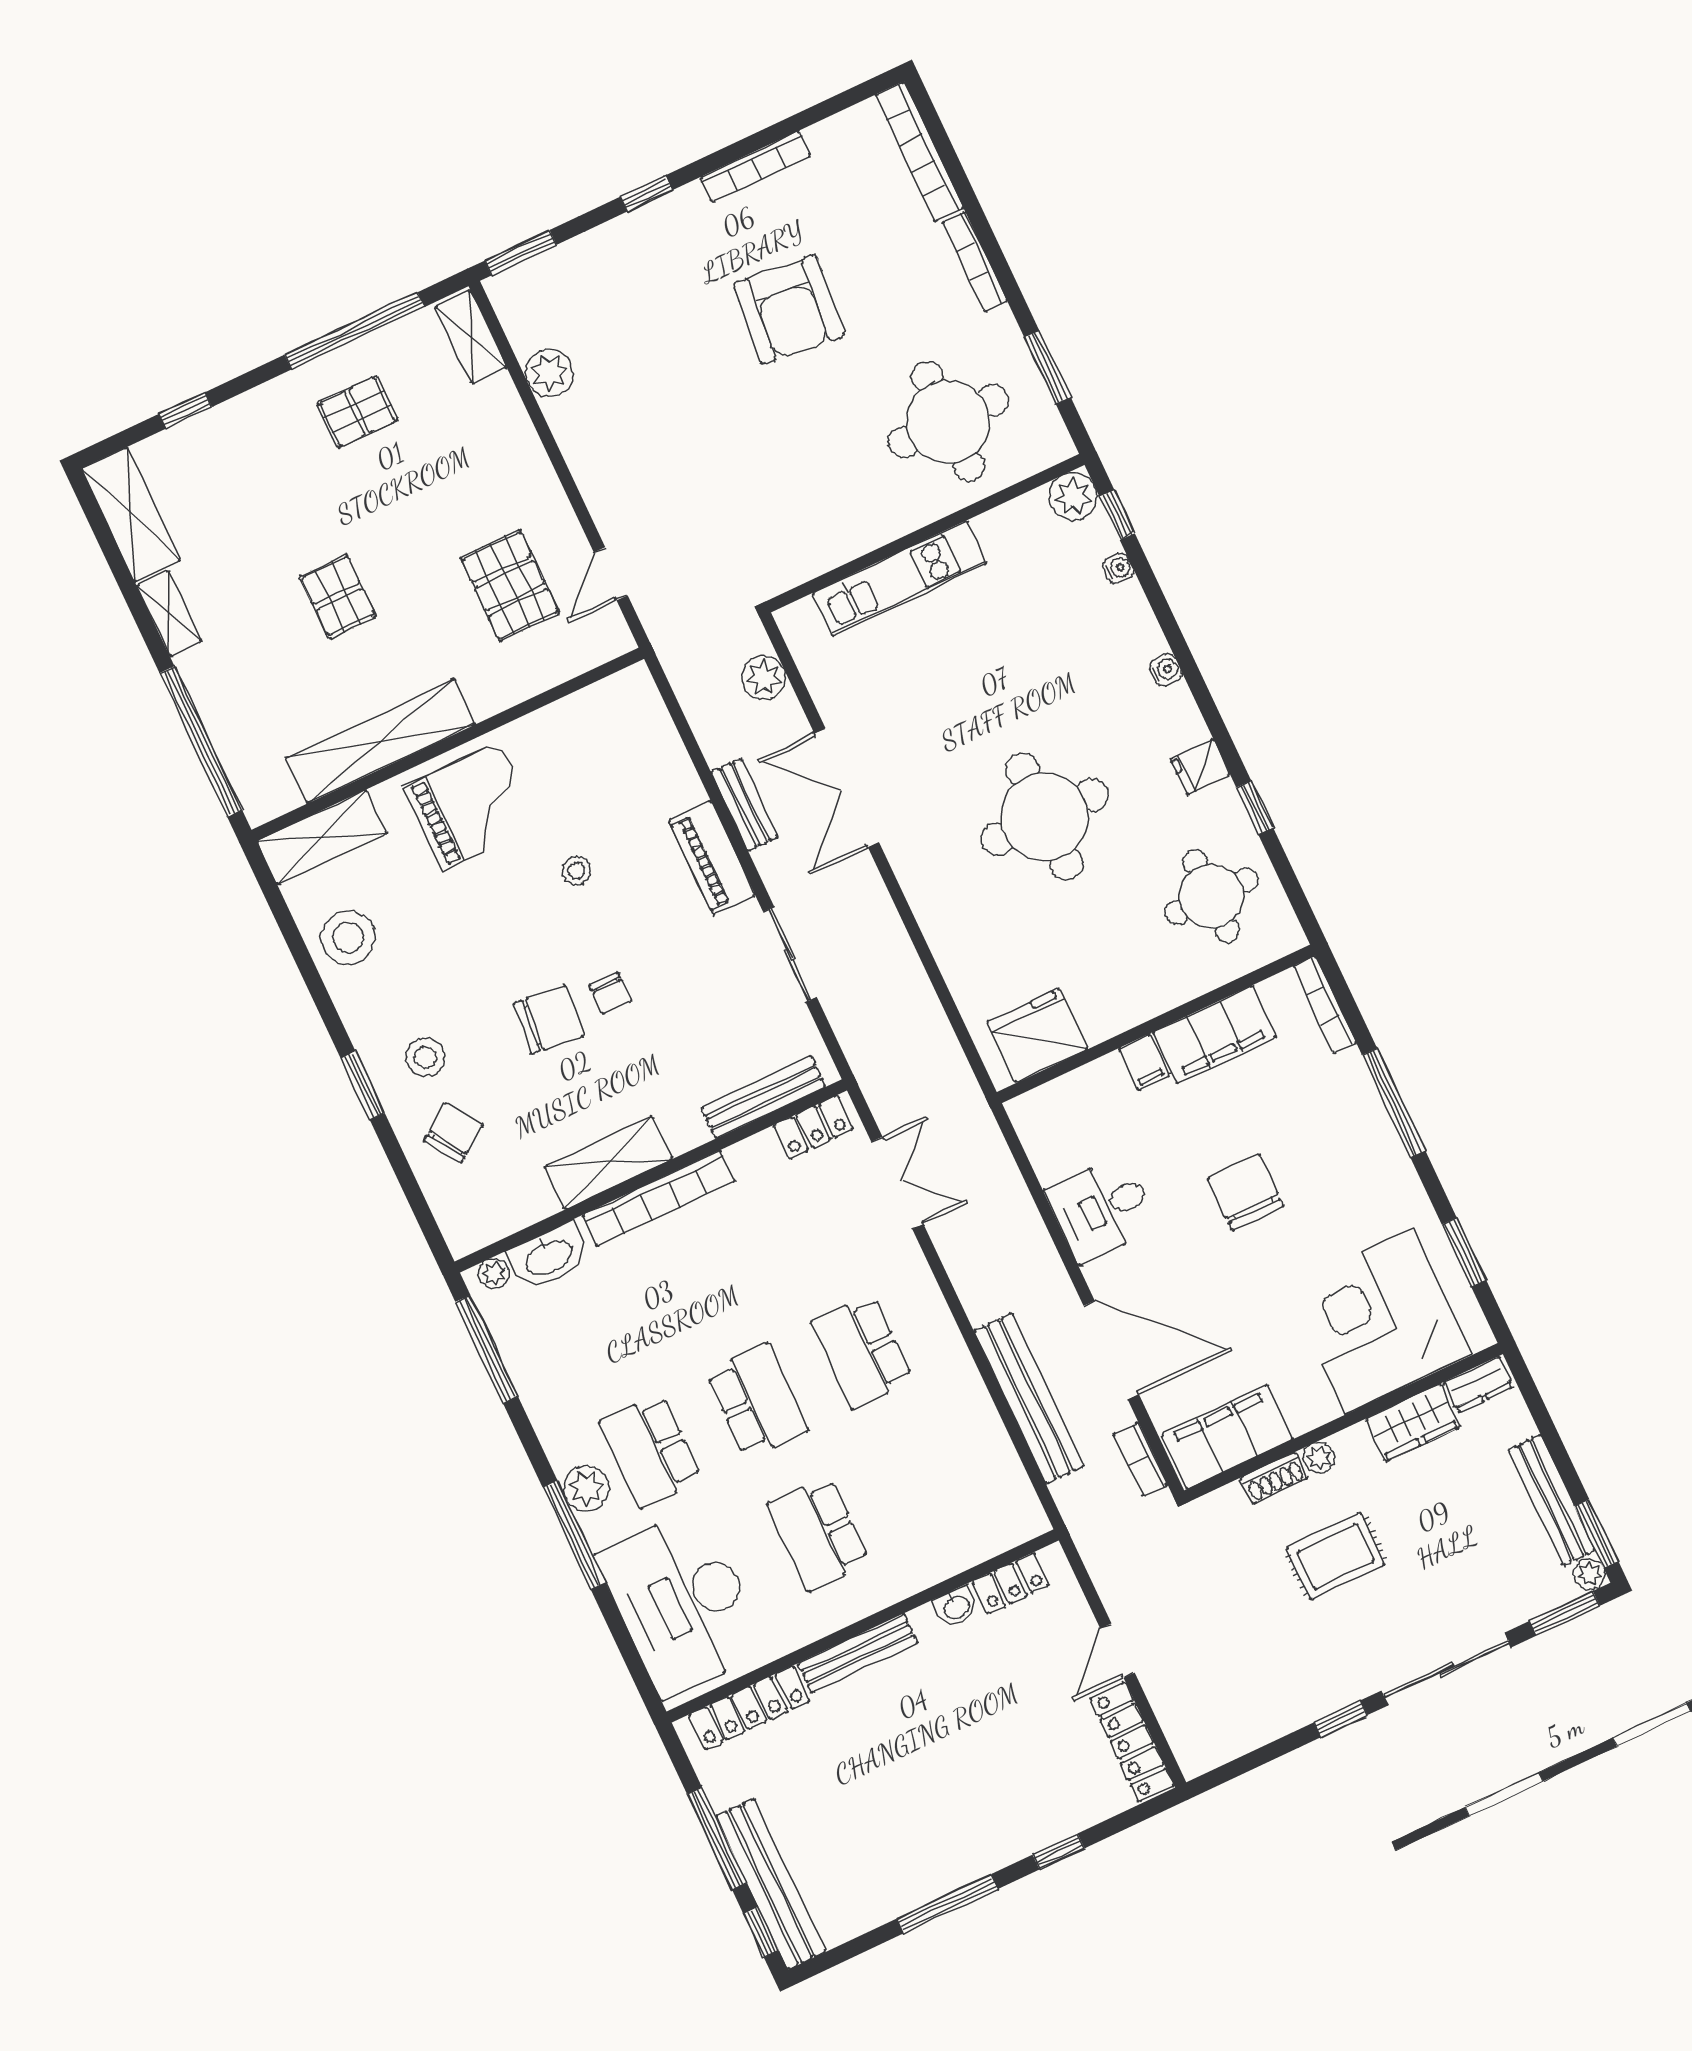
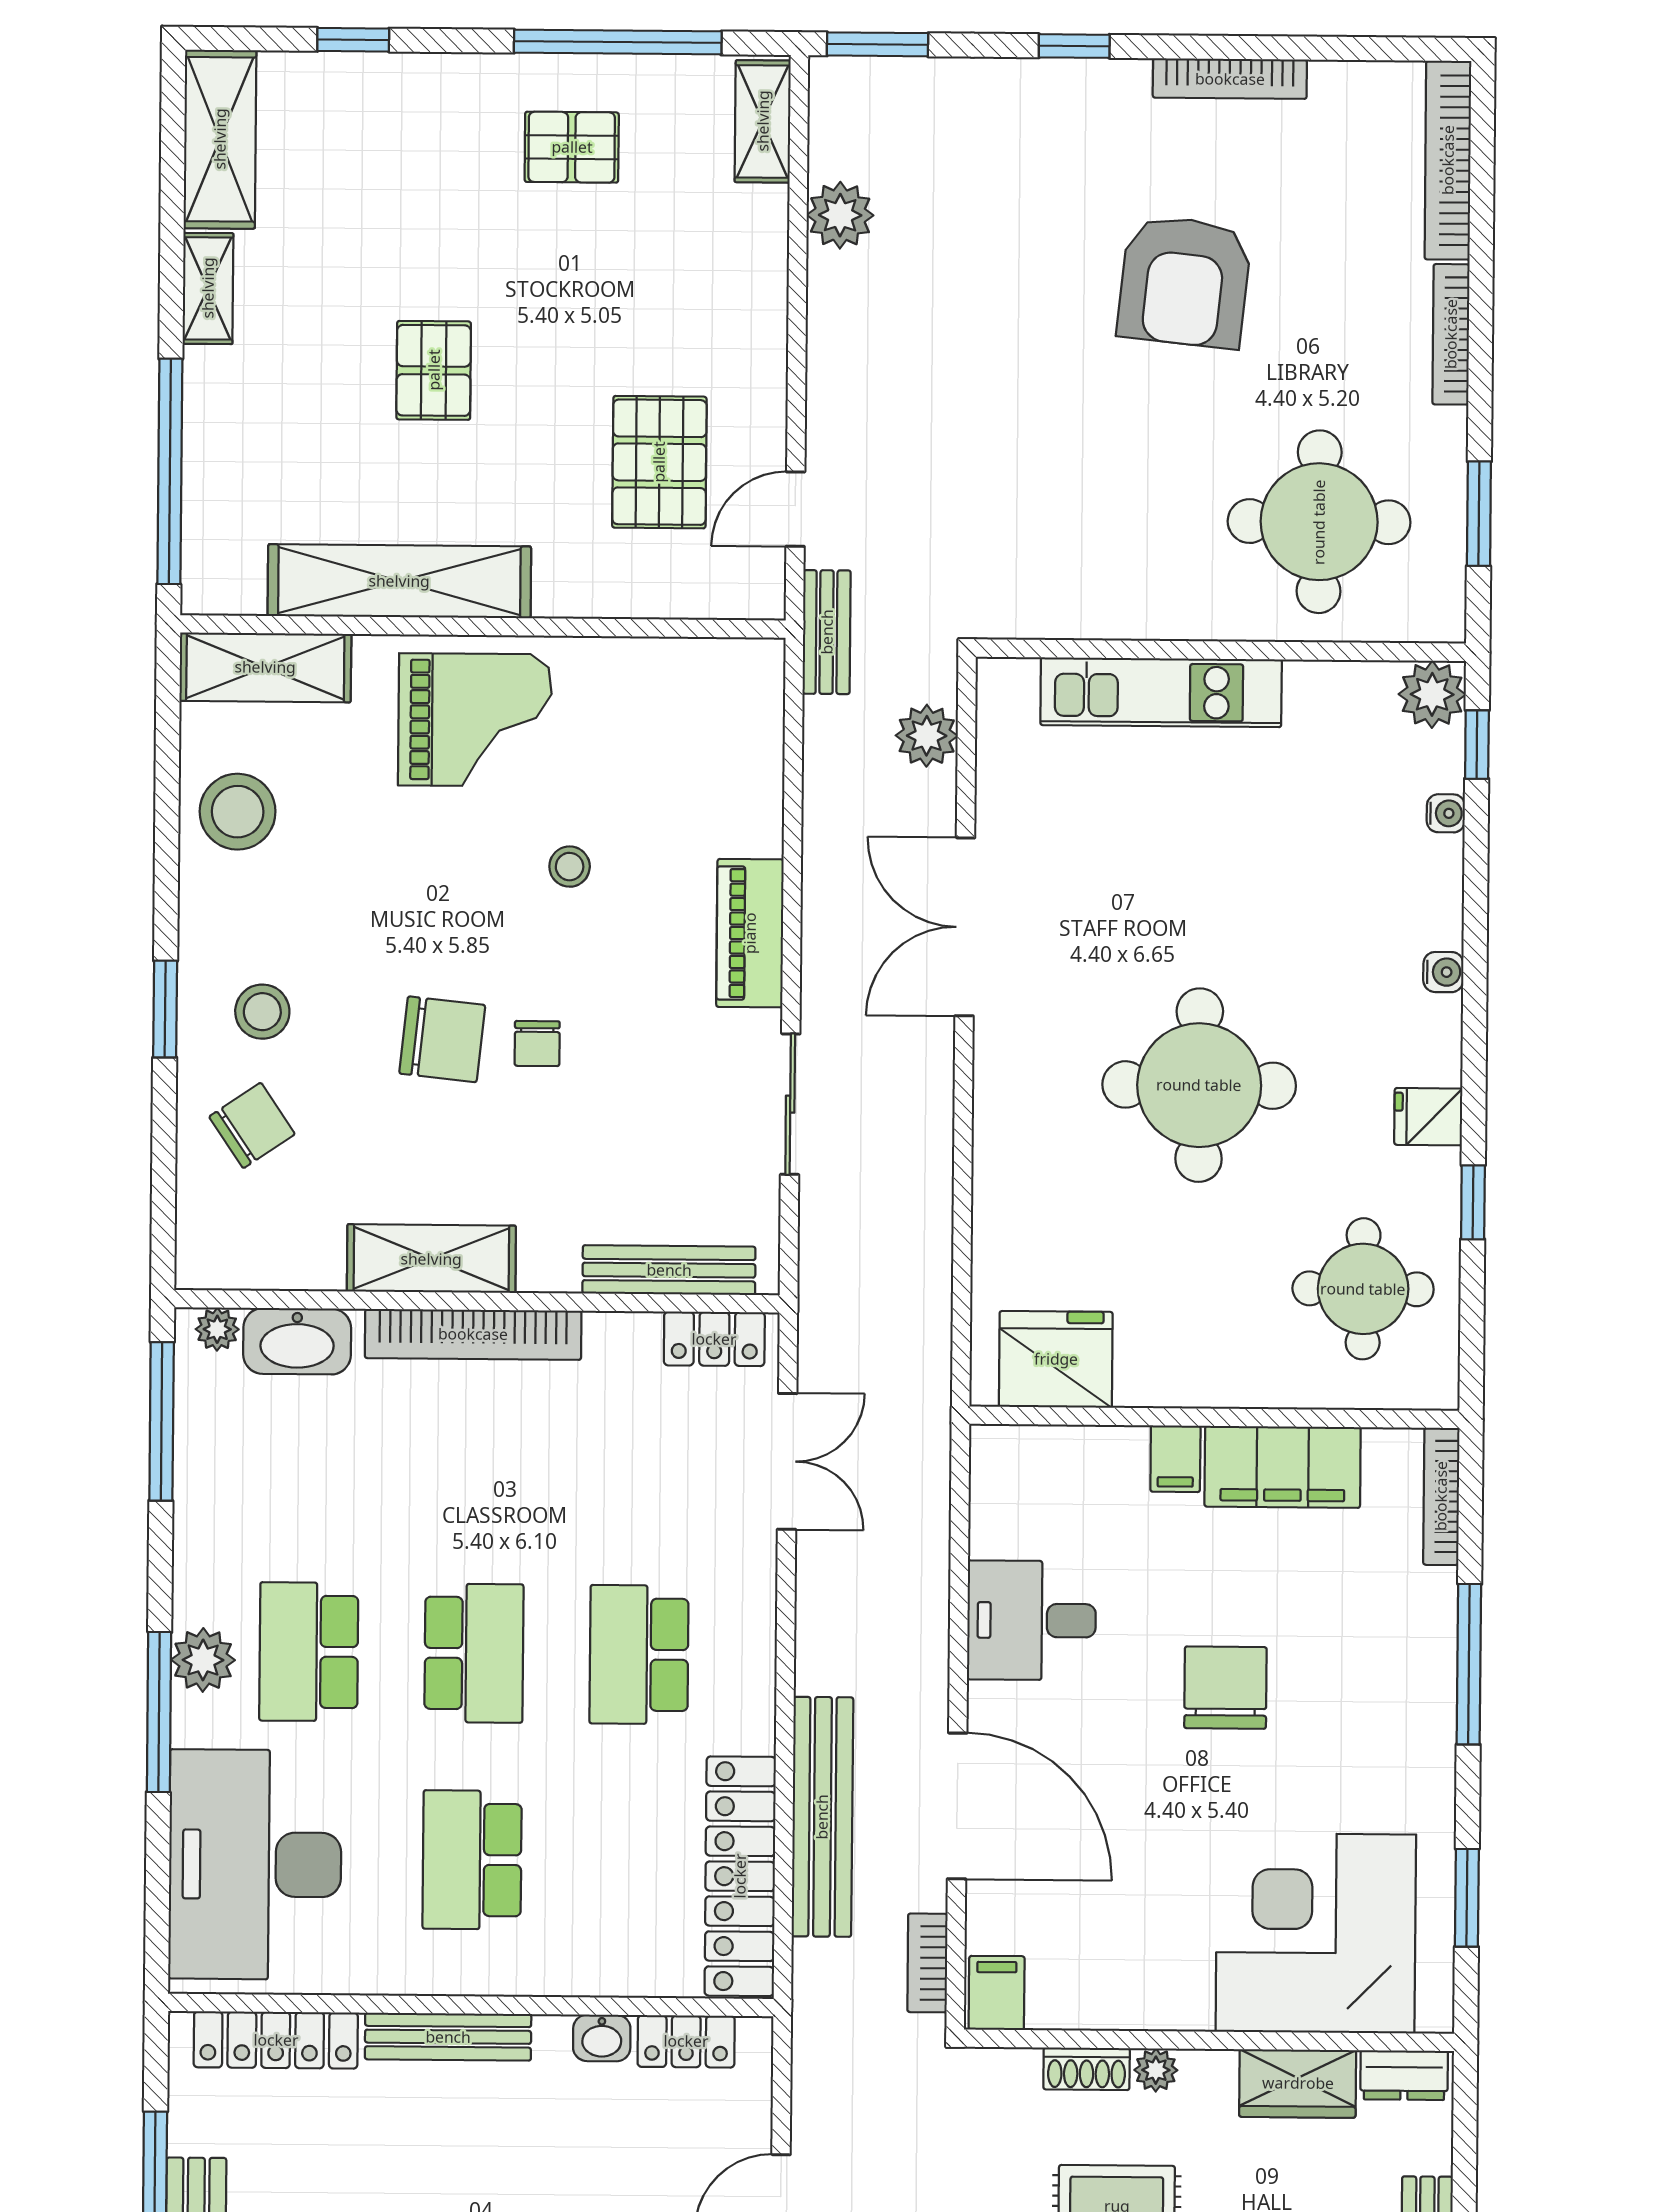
bench: (745, 805) -> (827, 632), moved
filing cabinet: (1227, 1437) -> (997, 1993), width x0.33, depth x0.86
locker: (995, 1461) -> (740, 1876), added

